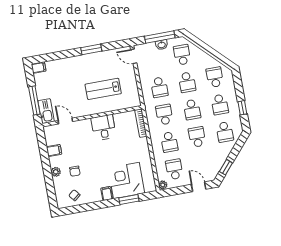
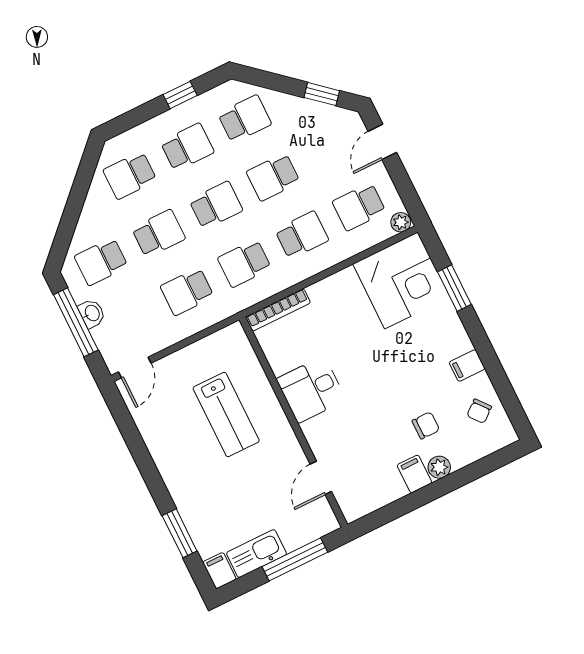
window: (91, 49) -> (180, 533), moved
school desk: (159, 87) -> (187, 291), turned 180
kitchen sink: (46, 111) -> (256, 554), moved
filing cabinet: (54, 150) -> (414, 474), moved
corner desk: (126, 180) -> (401, 280), moved, turned -90
filing cabinet: (107, 193) -> (467, 365), moved

